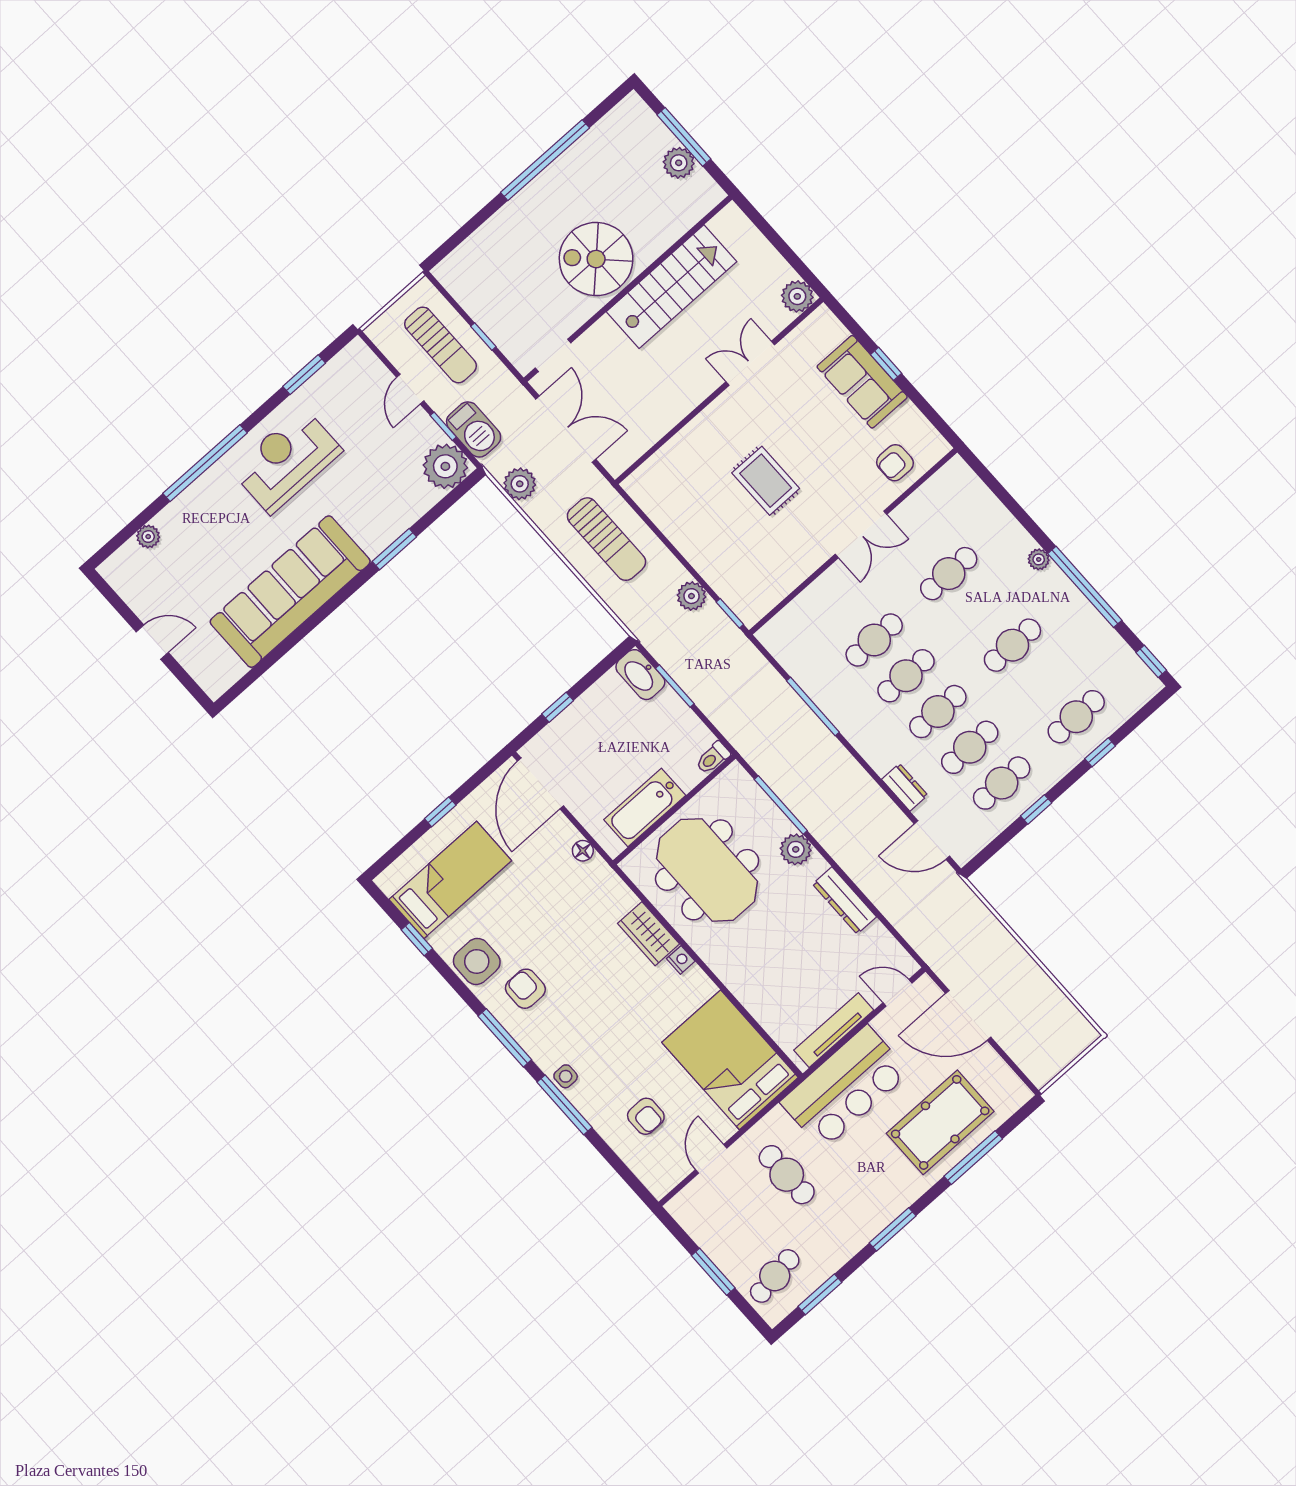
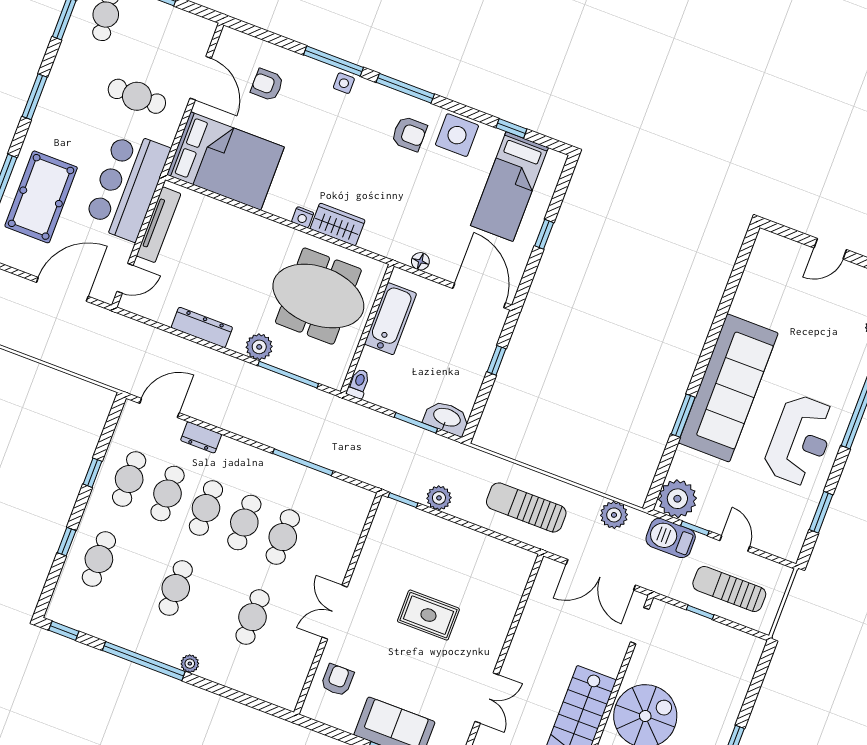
sofa: (290, 592) -> (728, 388), moved
door: (711, 1159) -> (201, 78), width x1.38

